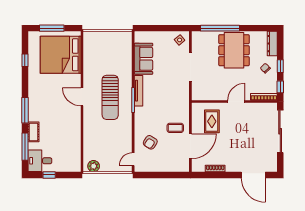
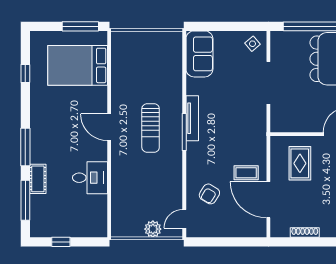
window: (52, 28) -> (80, 26), moved
bed: (61, 55) -> (78, 65), width x0.73
sofa: (143, 59) -> (199, 54), moved
sun lounger: (110, 97) -> (151, 128), width x0.73, depth x0.75
door: (190, 146) -> (268, 200), swing flipped
desk: (40, 161) -> (90, 178), moved, turned 180
plant: (94, 166) -> (153, 229), moved

